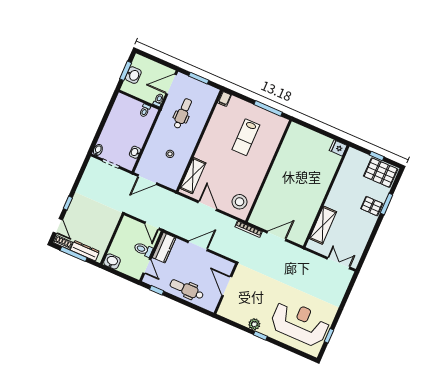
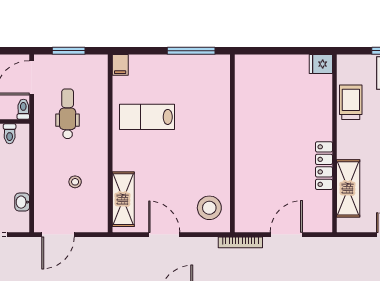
lab bench: (246, 137) -> (147, 117), moved, turned 90
trolley: (346, 177) -> (351, 102), added
locker: (315, 206) -> (324, 166), added

